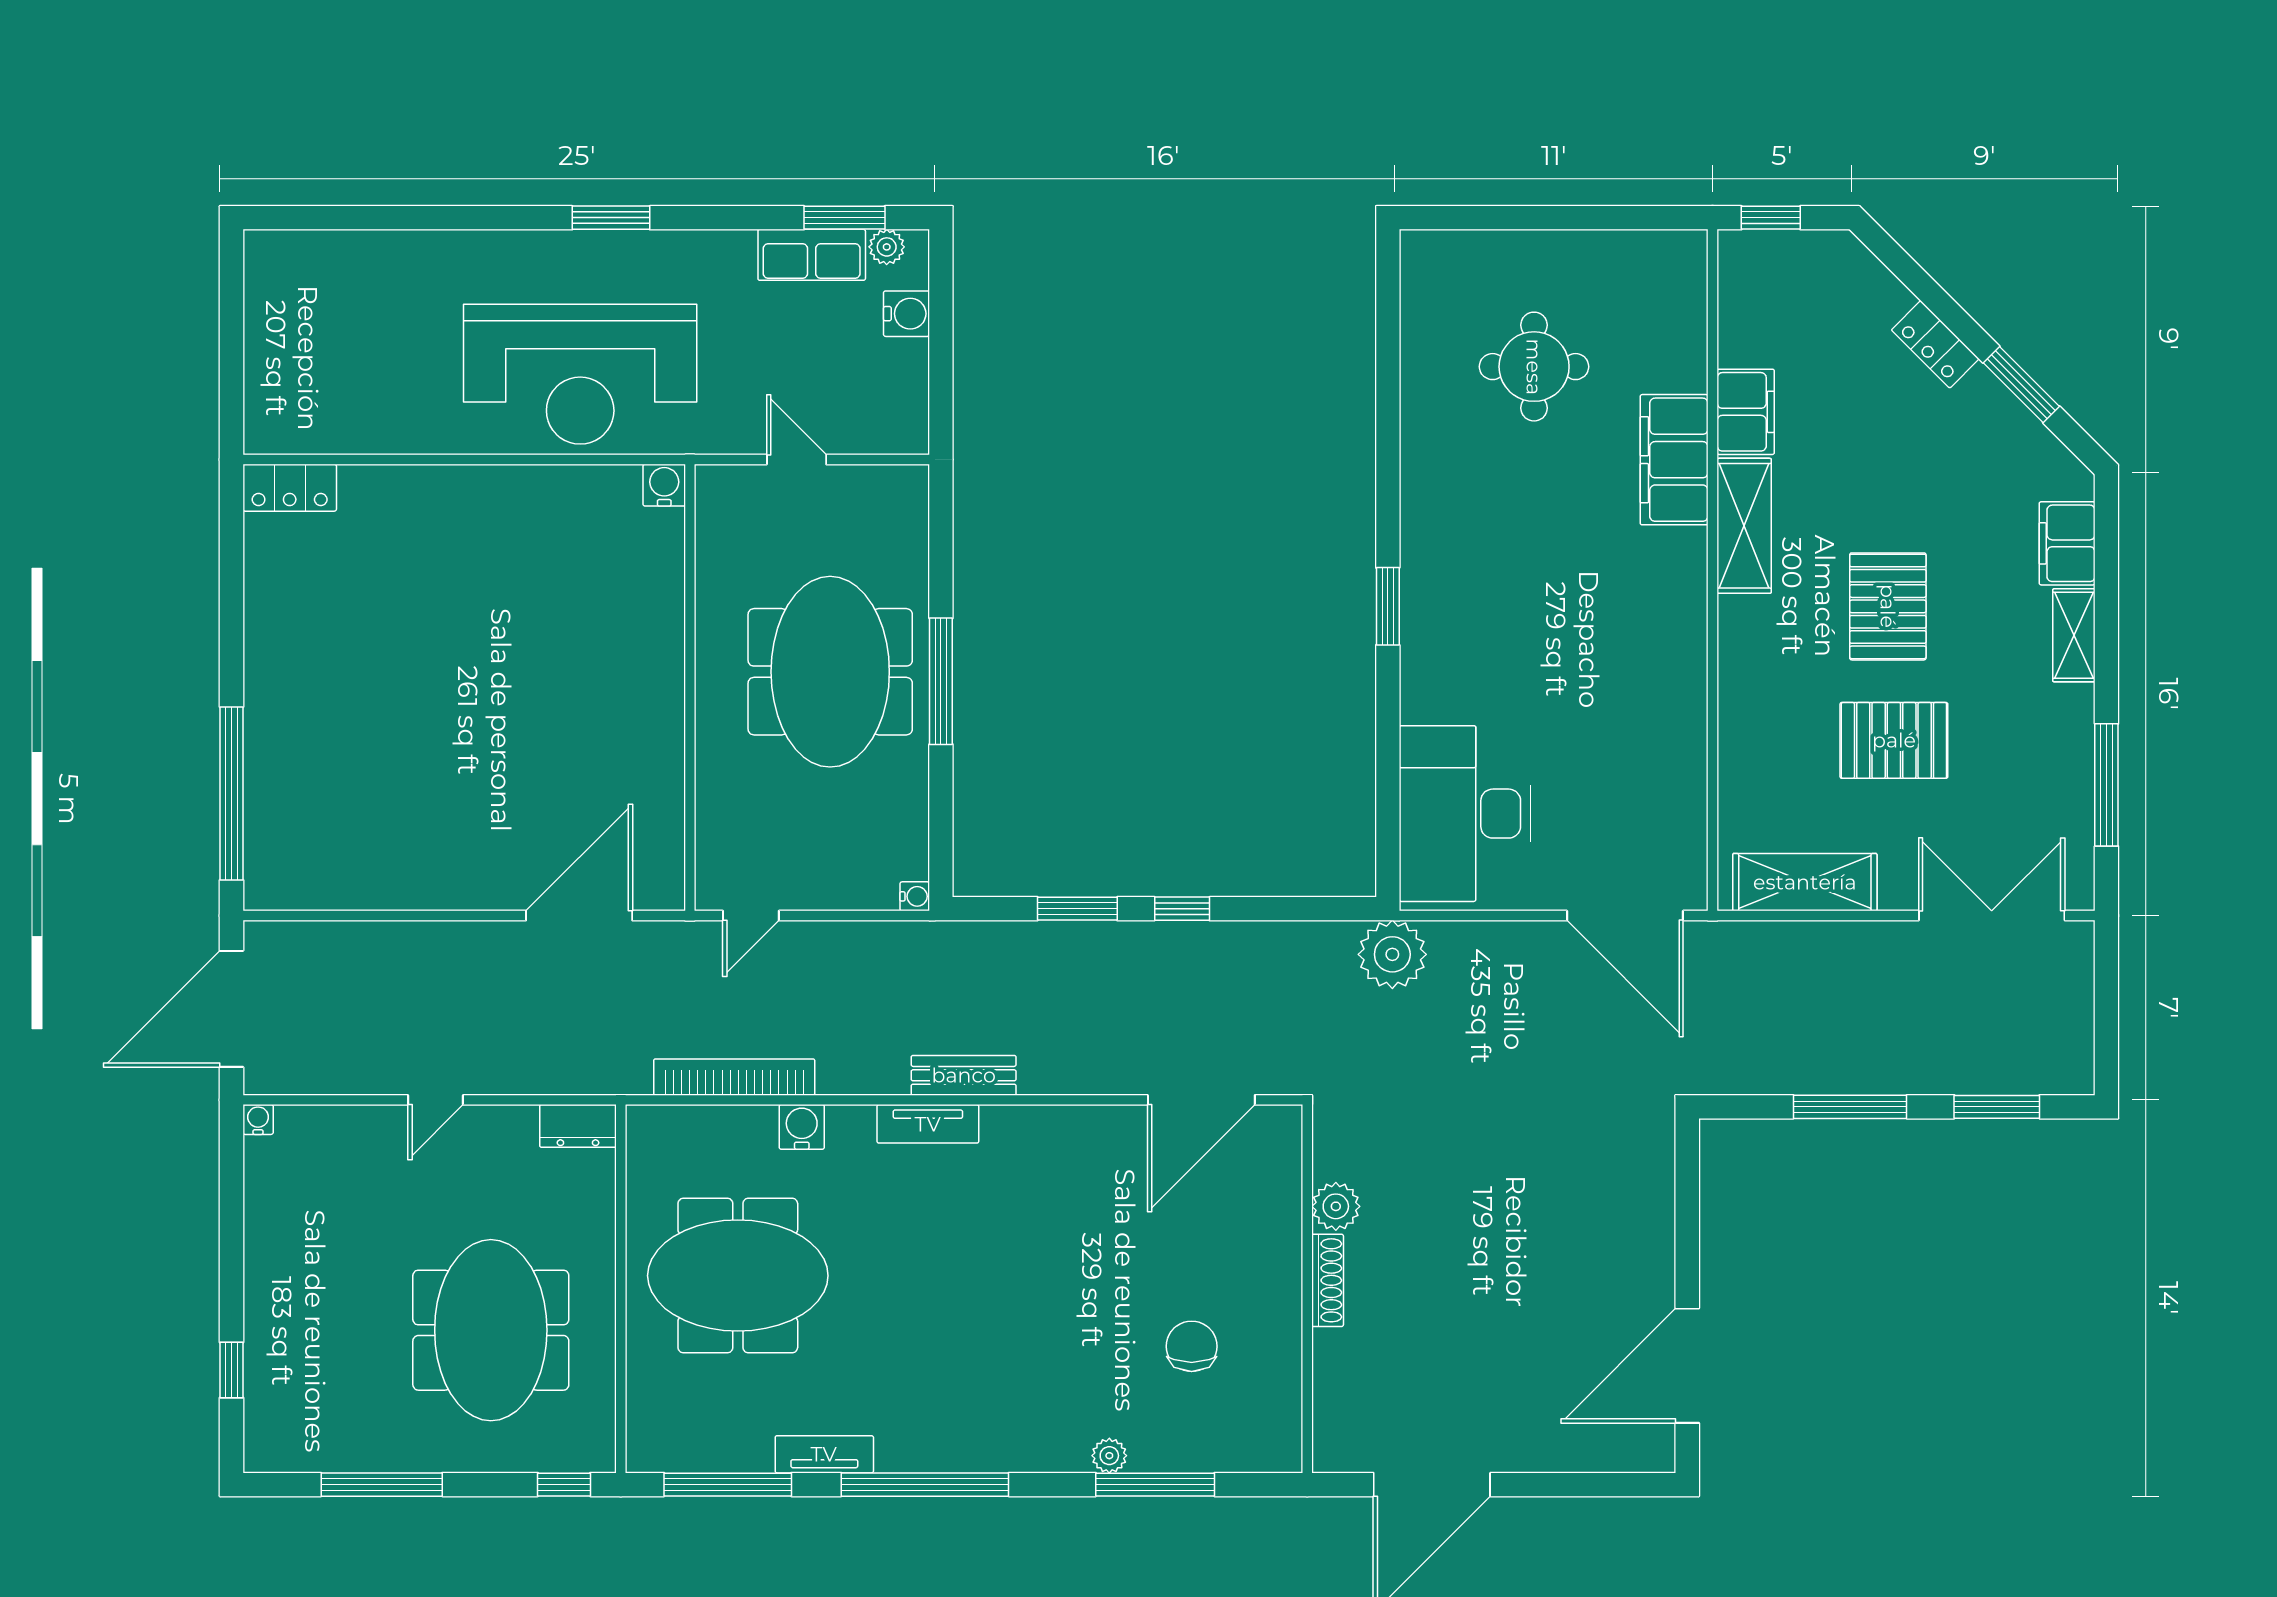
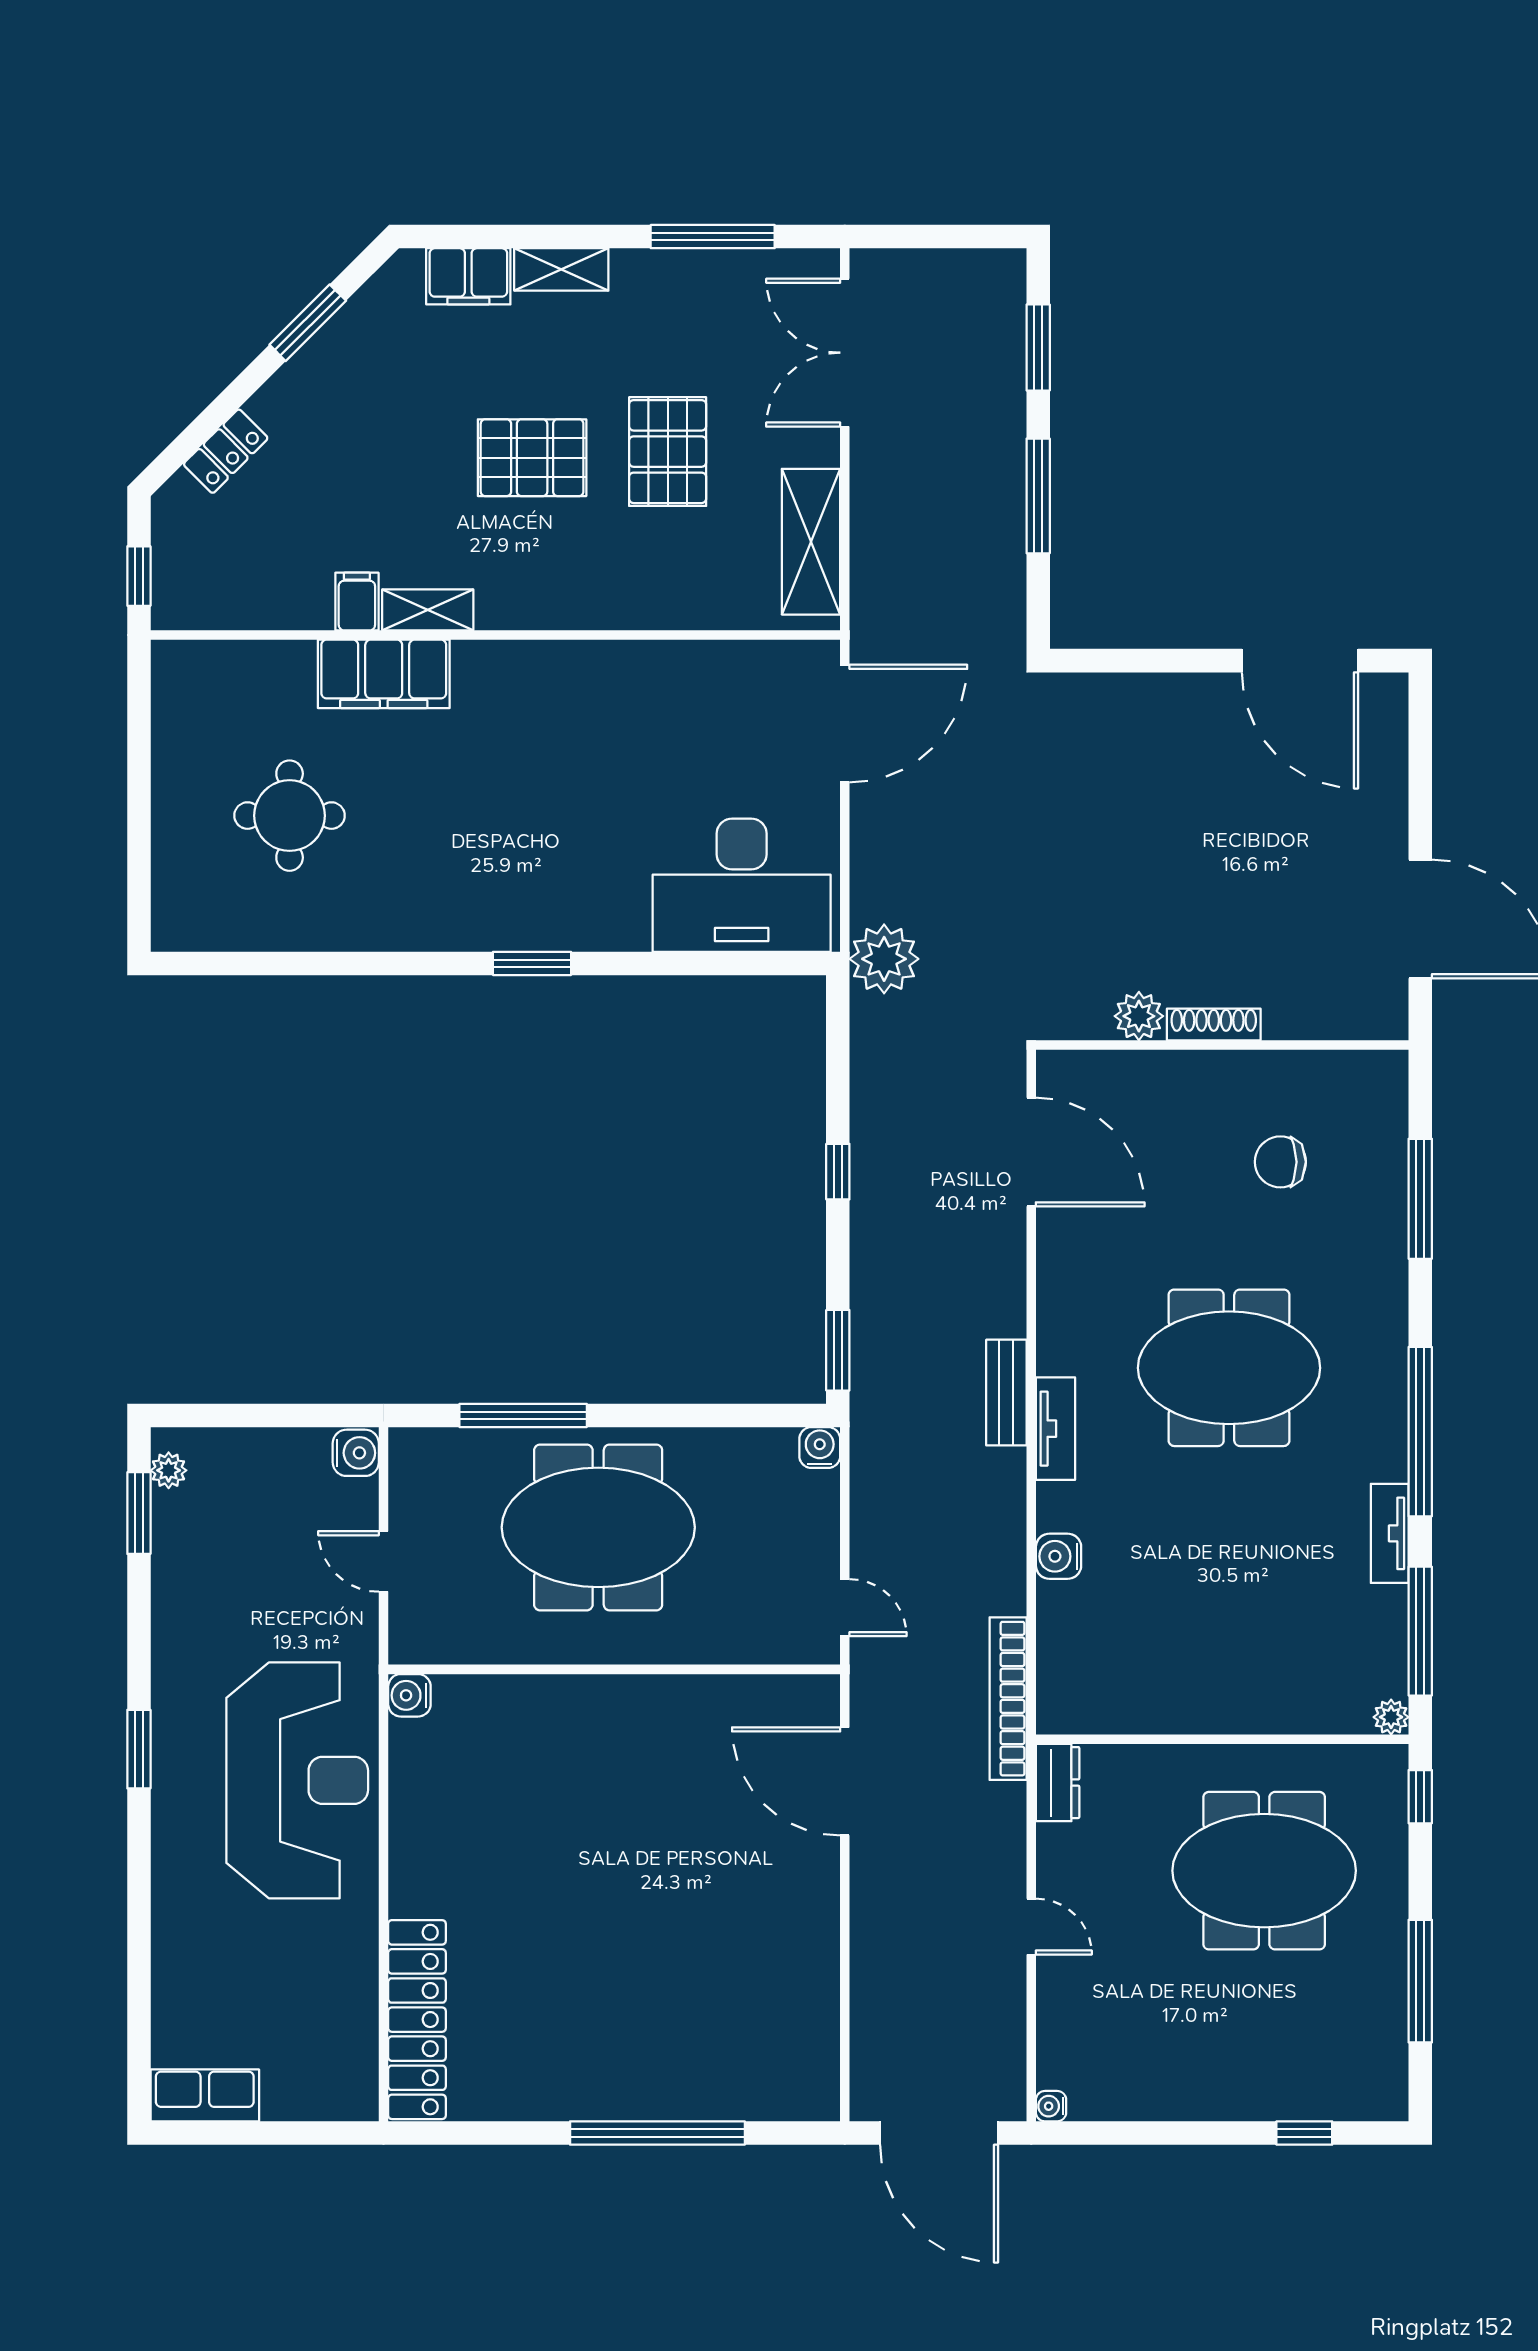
row of seats: (812, 255) -> (205, 2095), moved, turned -90
water cooler: (907, 314) -> (356, 1453), moved, turned 90
locker: (1935, 344) -> (226, 451), moved
filing cabinet: (1746, 412) -> (357, 601), width x0.50
door: (797, 460) -> (384, 1561), hinge flipped
locker: (290, 488) -> (417, 2020), width x2.16, depth x1.21
shelving: (1744, 526) -> (428, 610), width x0.67, depth x0.75
window: (941, 681) -> (523, 1415), moved
window: (231, 794) -> (657, 2133), moved
water cooler: (915, 896) -> (820, 1448), width x1.38, depth x1.38
window: (1077, 909) -> (838, 1350), moved
bookcase: (734, 1077) -> (1008, 1699), moved
meeting table: (738, 1276) -> (1229, 1368), moved, turned 90
plant: (1109, 1456) -> (1391, 1717), moved

